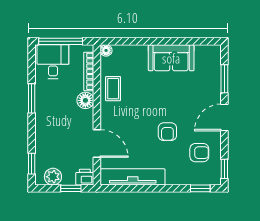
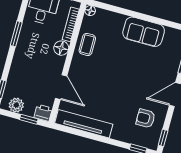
armchair: (167, 132) -> (123, 93), removed
armchair: (199, 153) -> (146, 118), turned 180

